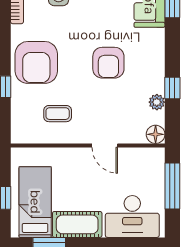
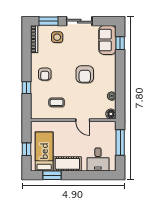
armchair: (36, 62) -> (45, 74), width x0.53, depth x0.53
window: (172, 88) -> (120, 88), removed
desk: (132, 216) -> (98, 159), width x0.73

